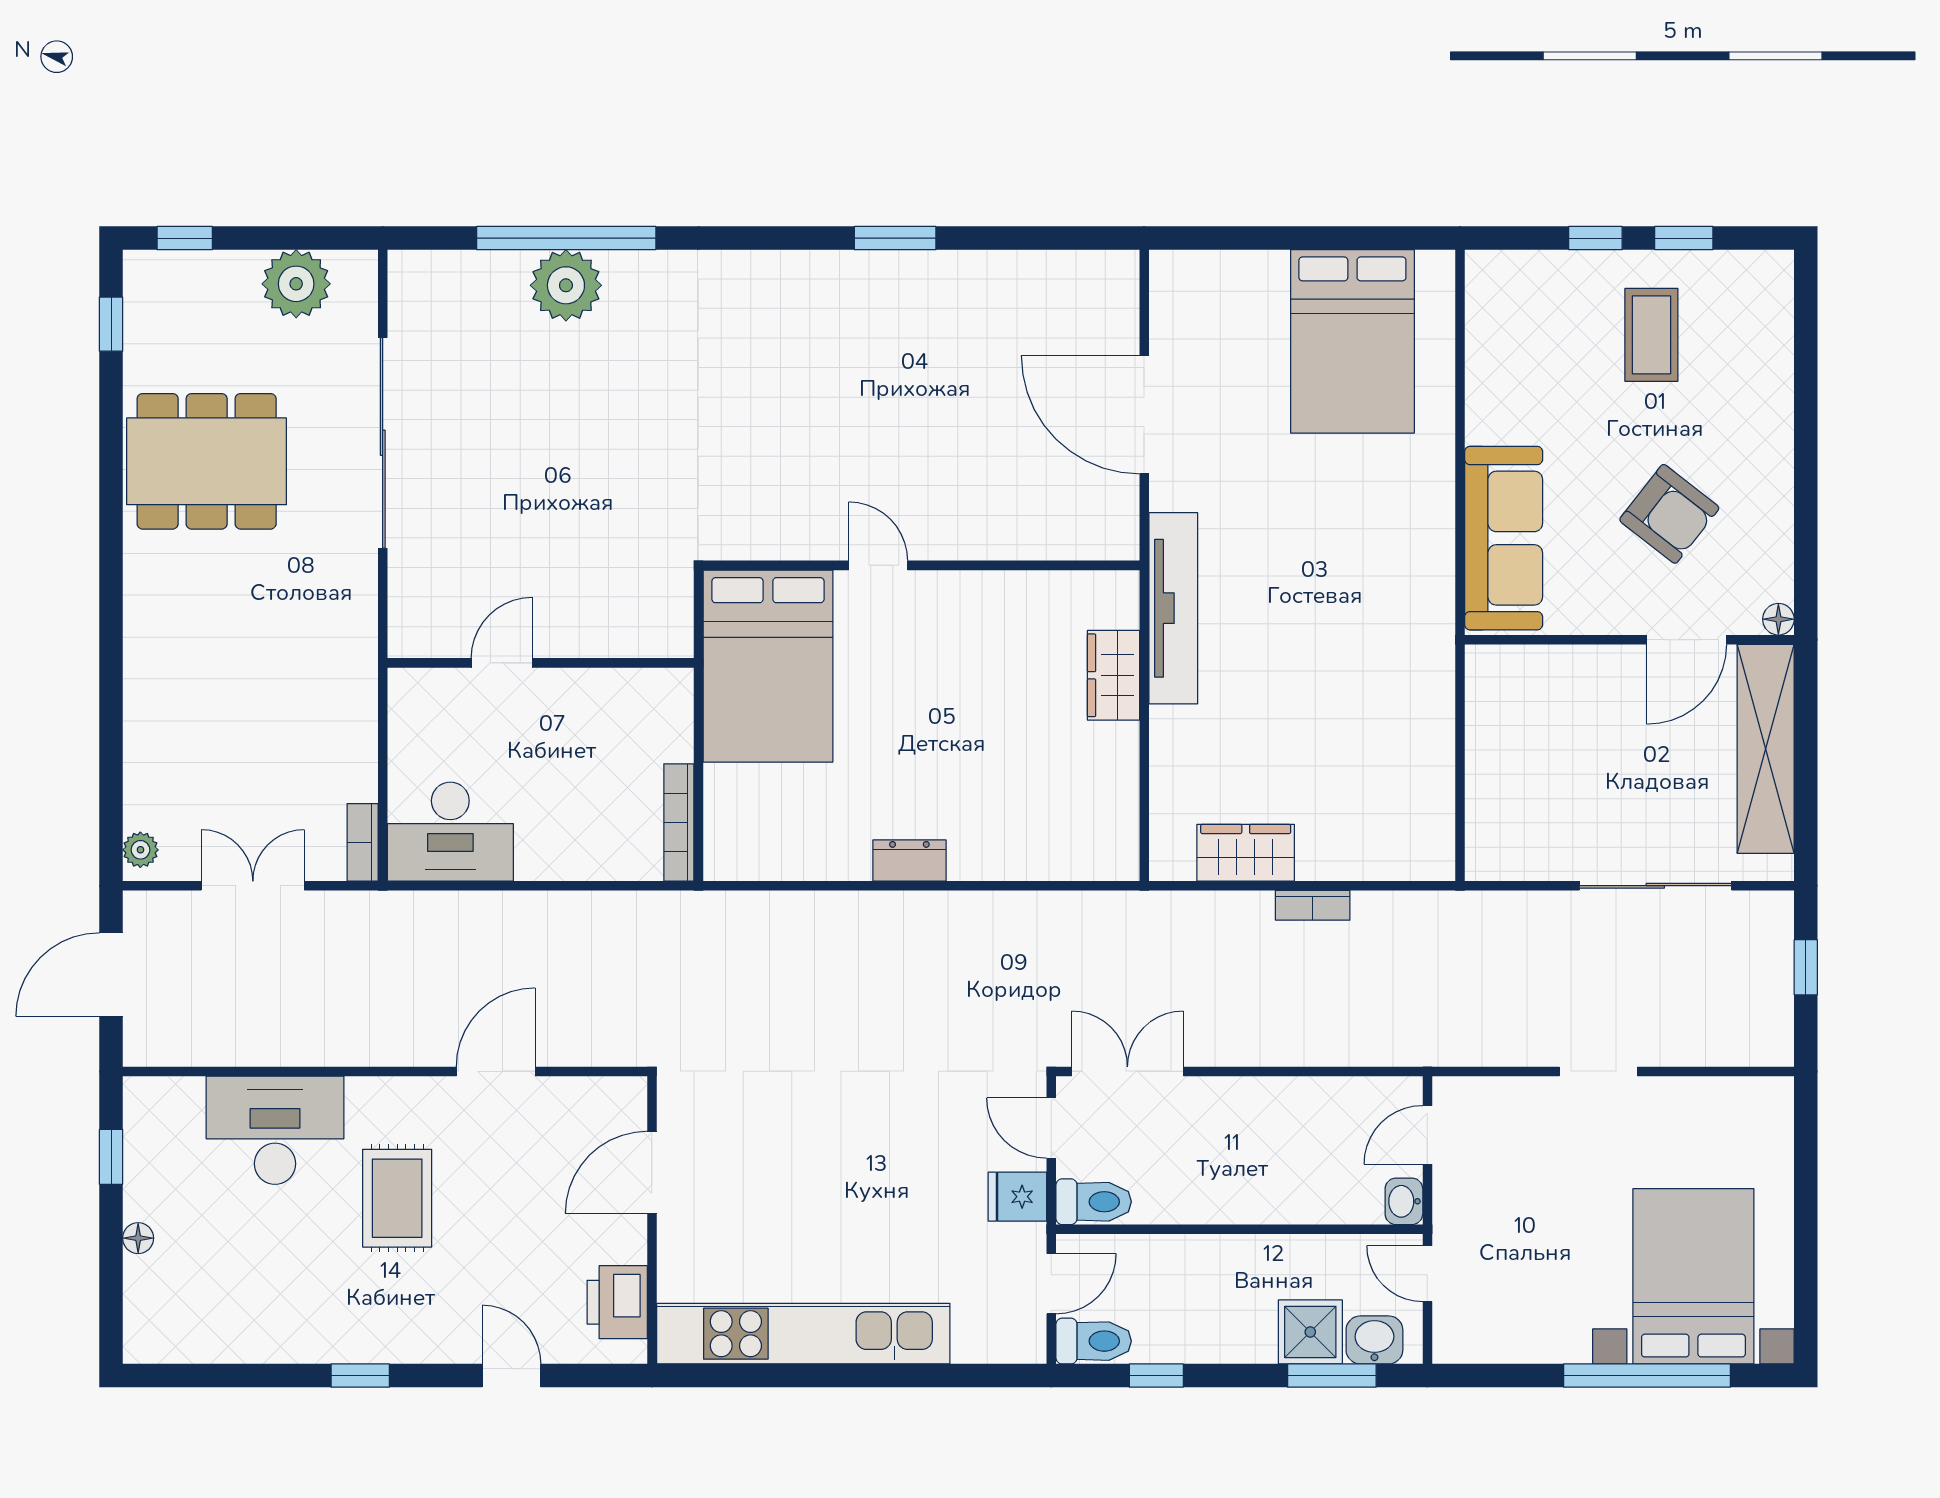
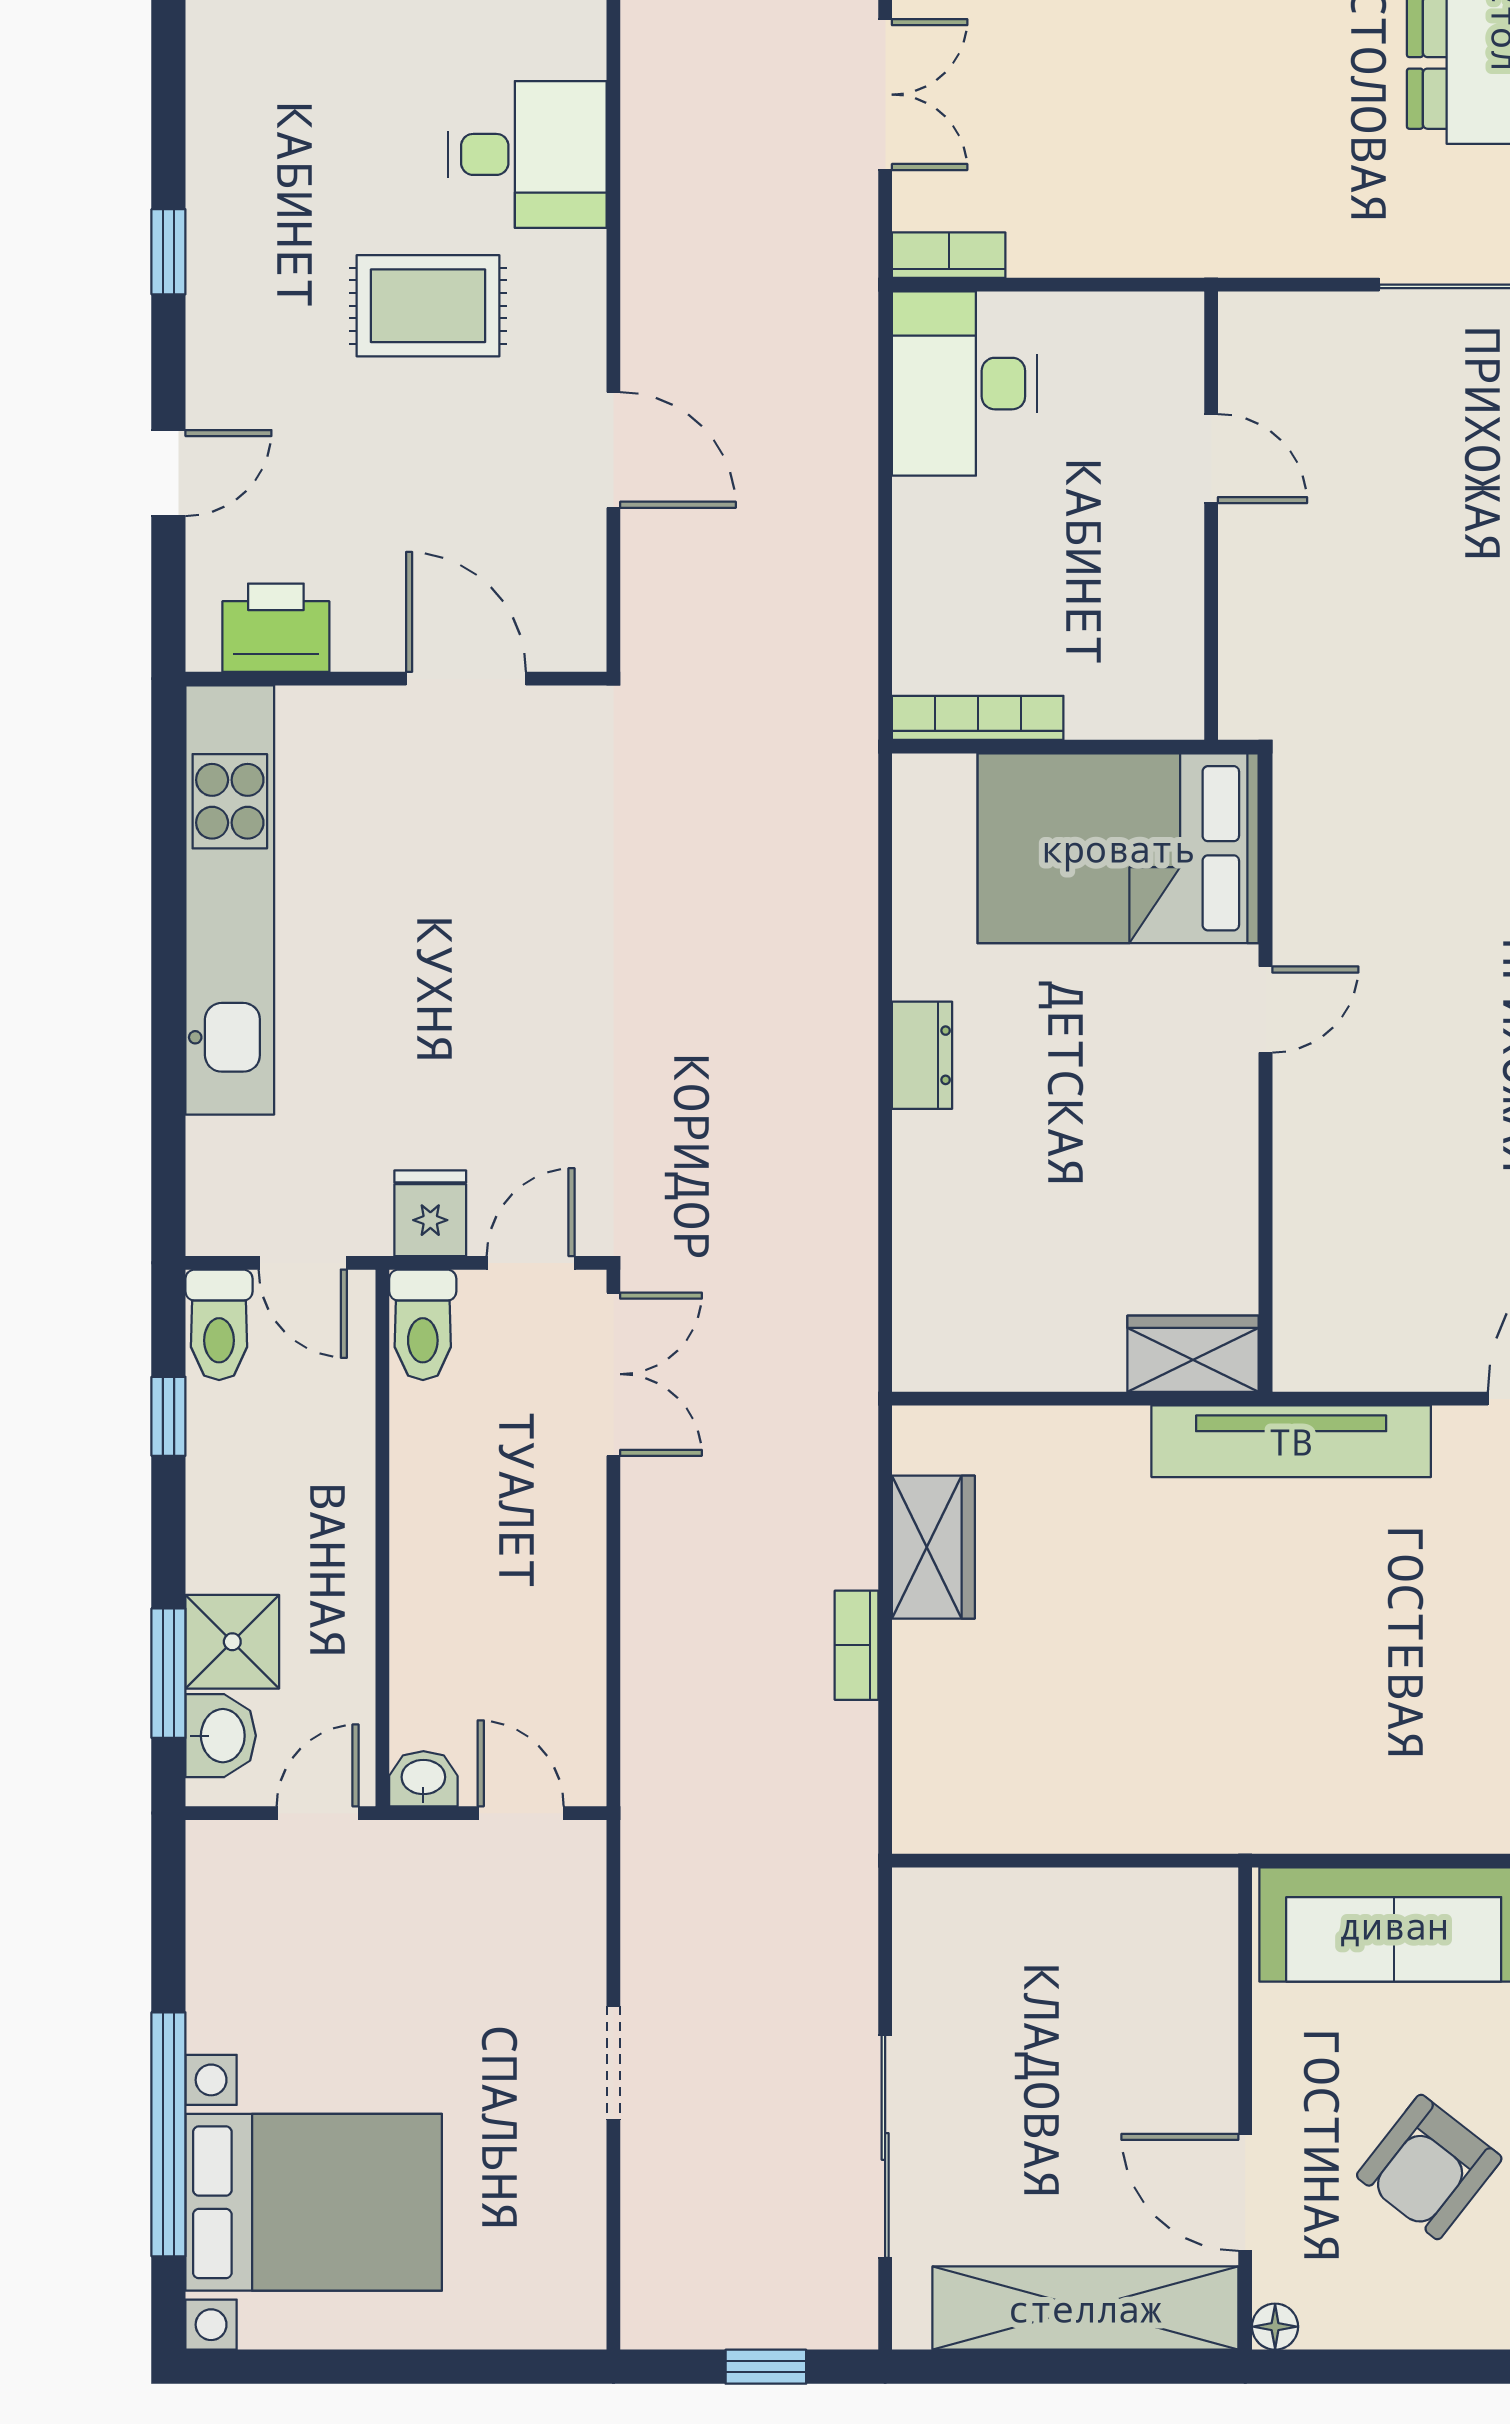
door: (878, 565) -> (1266, 1010), moved
wall: (921, 565) -> (1266, 1073), moved
bed: (768, 666) -> (1118, 848), moved
desk: (275, 1130) -> (527, 154), width x0.73

